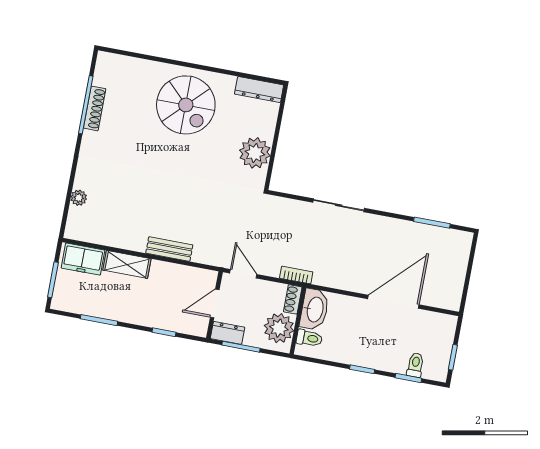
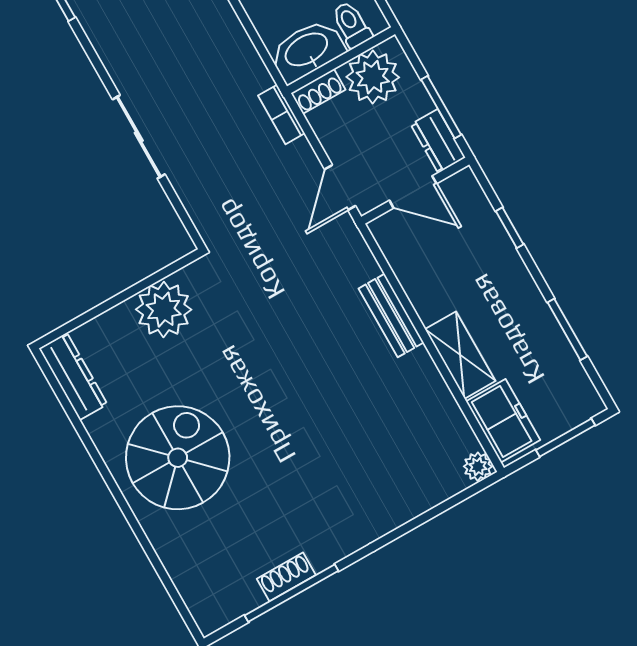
shoe rack: (95, 108) -> (286, 577), width x0.70
plant: (79, 198) -> (478, 467), moved

